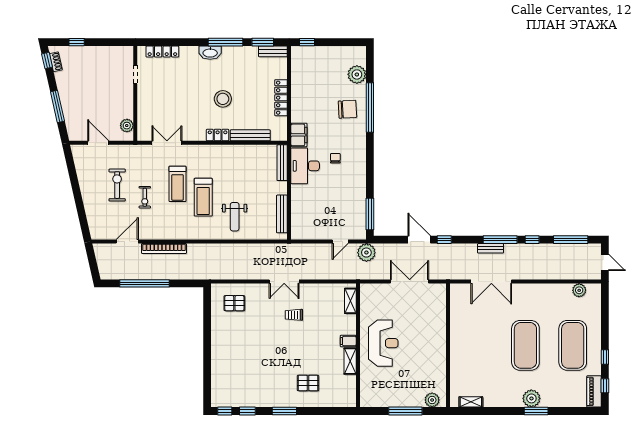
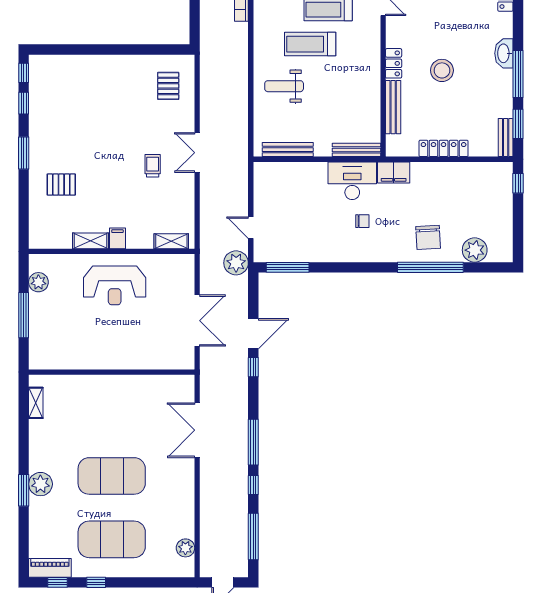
bench: (490, 248) -> (242, 429), removed
pallet: (308, 383) -> (61, 185), turned 90
plant: (432, 400) -> (38, 282), moved

